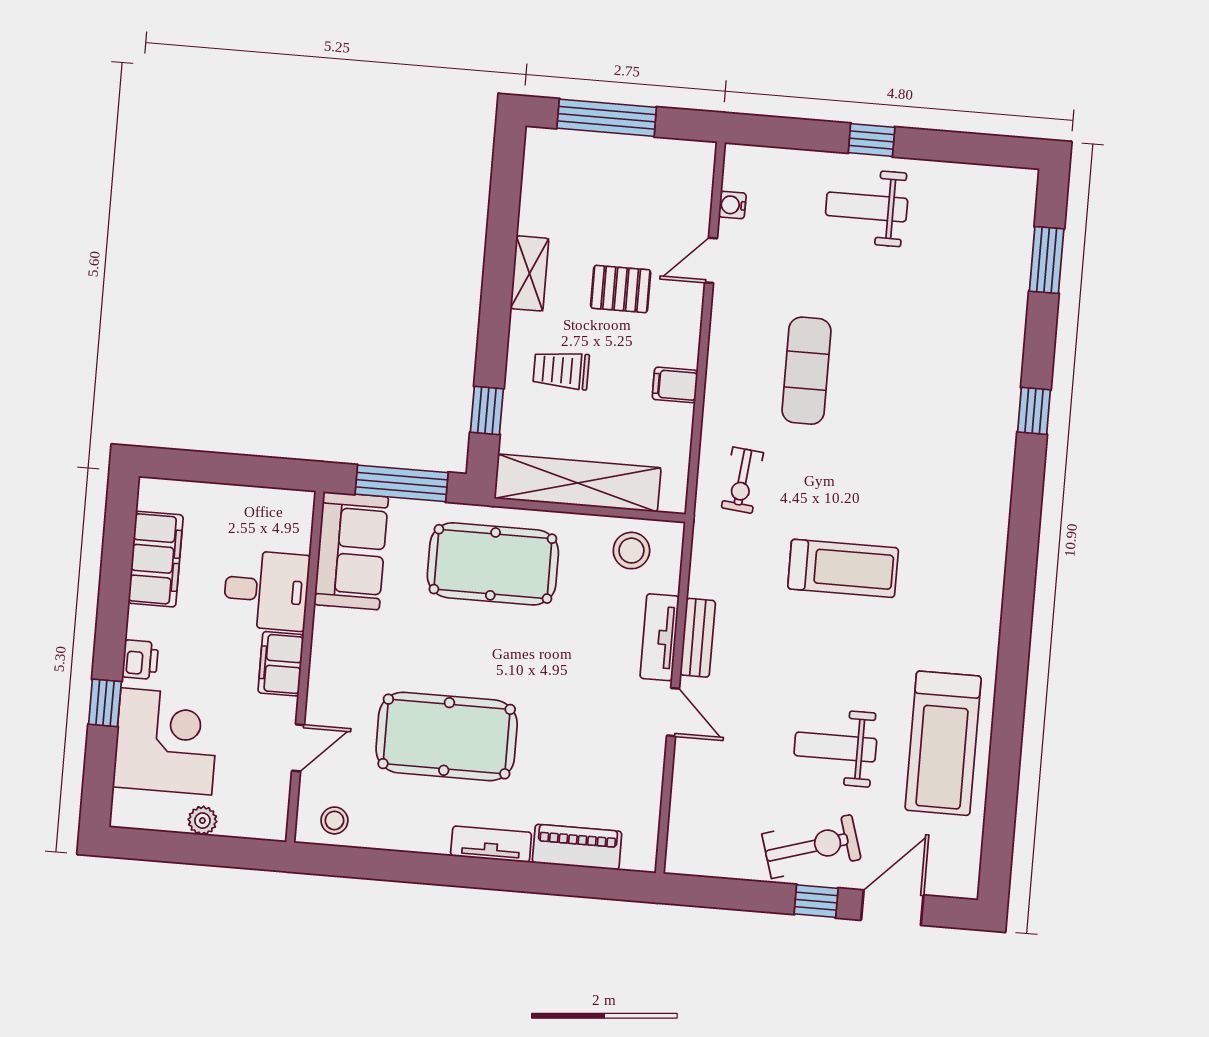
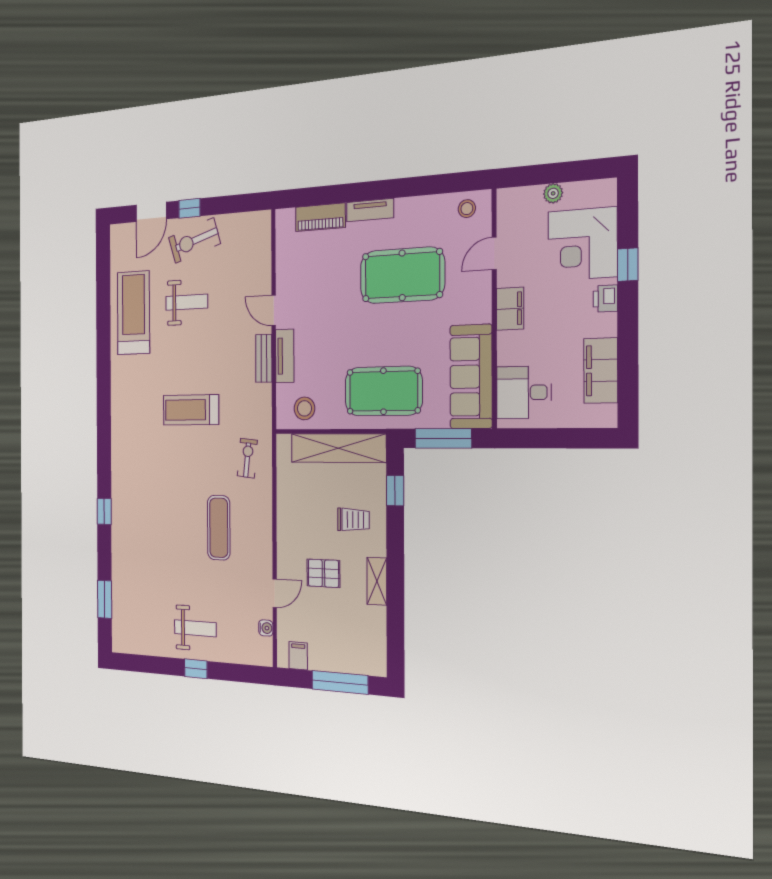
filing cabinet: (675, 385) -> (298, 656), moved, turned -90
sofa: (351, 551) -> (471, 377), width x1.36
desk: (266, 590) -> (524, 393), moved

